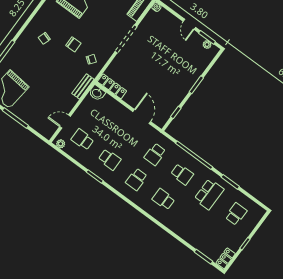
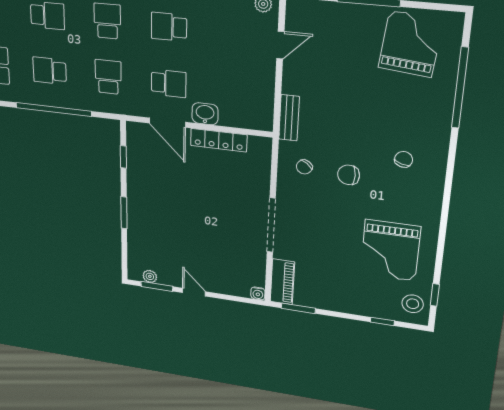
locker: (112, 86) -> (219, 140), moved
washbasin: (97, 93) -> (205, 114), moved
school desk: (83, 140) -> (169, 83), moved

